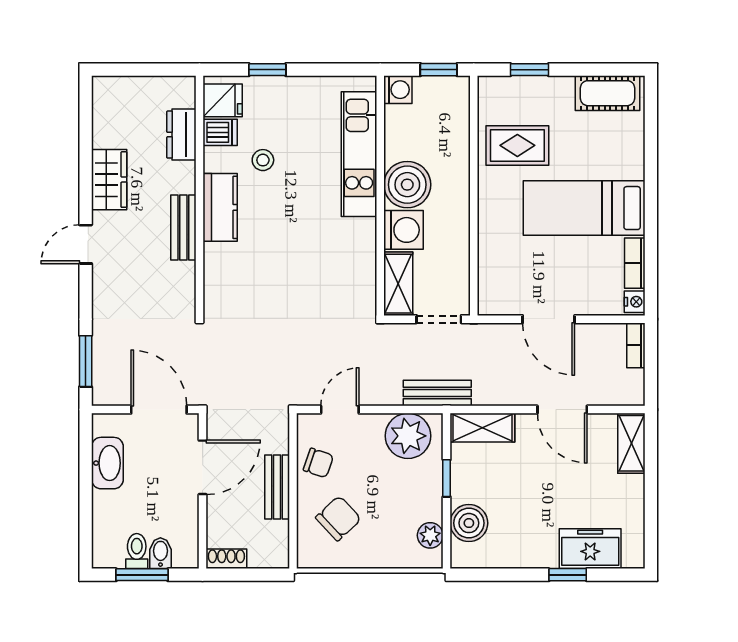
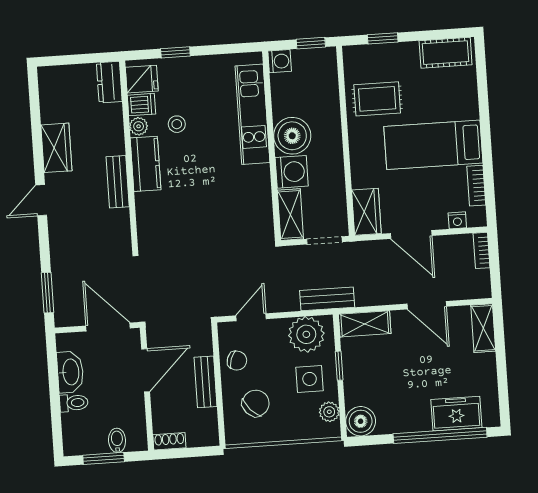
dresser: (181, 135) -> (109, 82), moved
plant: (215, 159) -> (139, 126), added
wardrobe: (494, 287) -> (366, 212), added
nightstand: (635, 302) -> (457, 220), moved, turned 90
side table: (408, 492) -> (310, 379), added
boiler: (469, 523) -> (361, 421), moved
toilet: (137, 551) -> (74, 403), moved, turned 90
window: (568, 575) -> (440, 435), width x3.17

